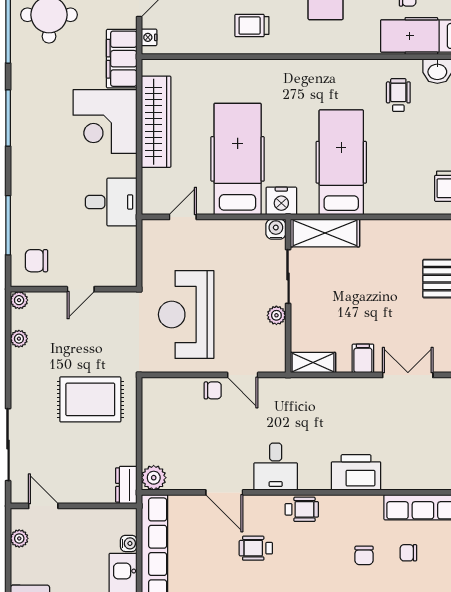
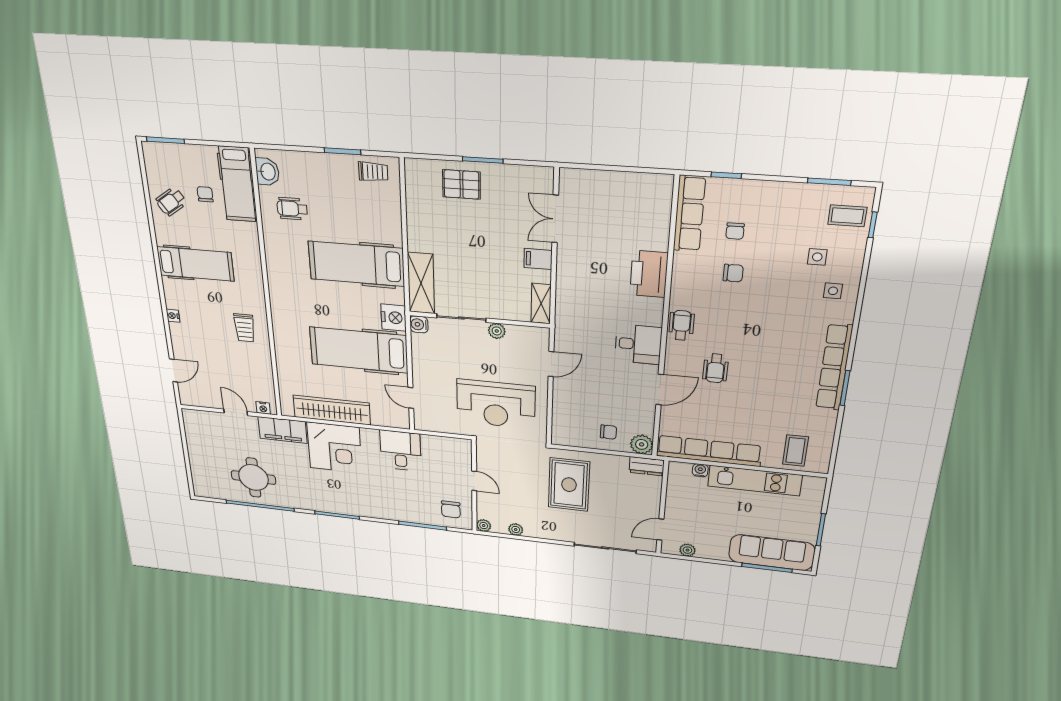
chair: (213, 390) -> (608, 432), moved, turned 90

